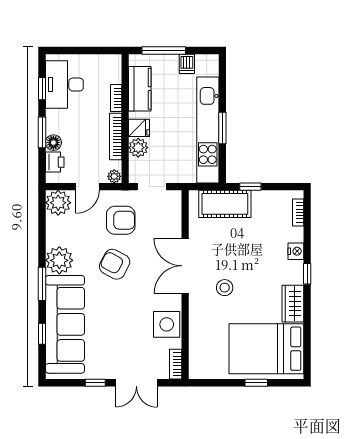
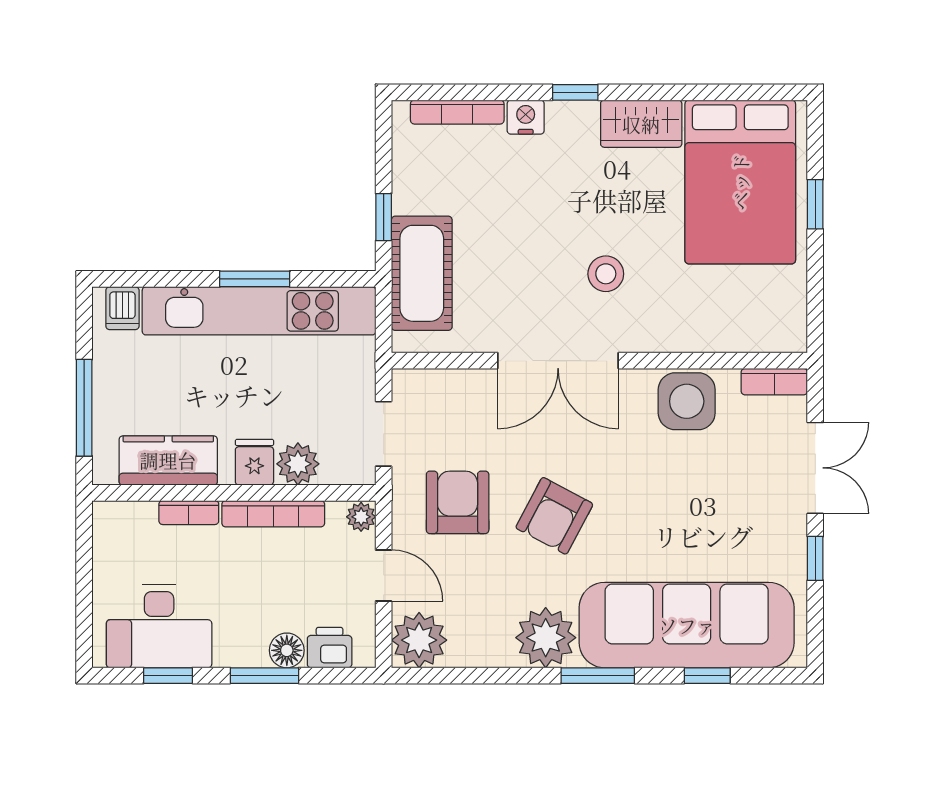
dishwasher: (187, 64) -> (122, 308), moved, turned 90
bookcase: (298, 212) -> (457, 112), width x1.56

